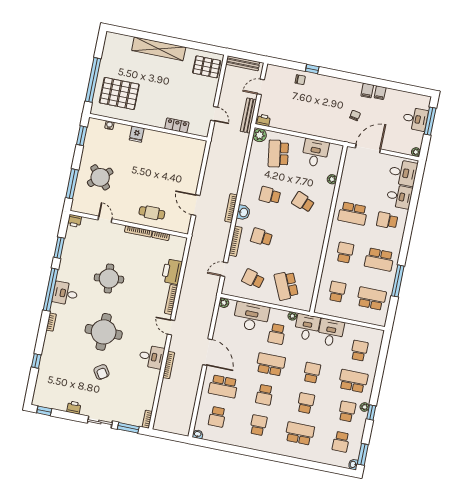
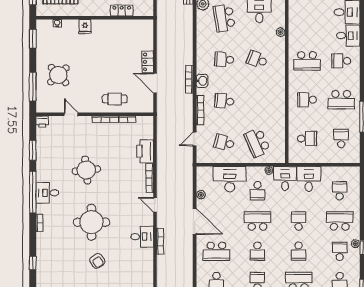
locker: (193, 182) -> (148, 62), added
school desk: (345, 253) -> (307, 100), turned -90
school desk: (337, 292) -> (307, 139), turned 90
school desk: (371, 299) -> (341, 139), width x0.54
plant: (224, 303) -> (201, 195), moved
school desk: (306, 403) -> (299, 251), turned 180

